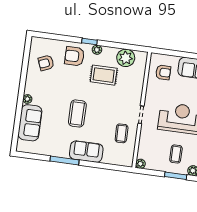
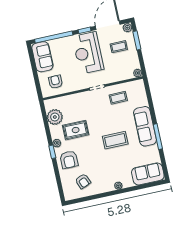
rug: (104, 75) -> (76, 130), turned 90
sofa: (30, 123) -> (148, 174), moved
sofa: (86, 152) -> (145, 126), width x1.36

